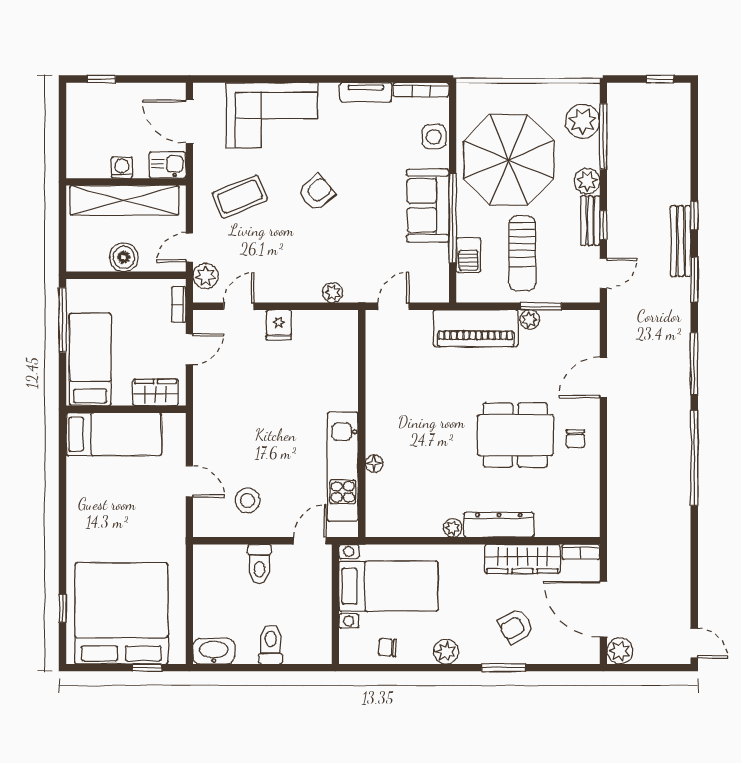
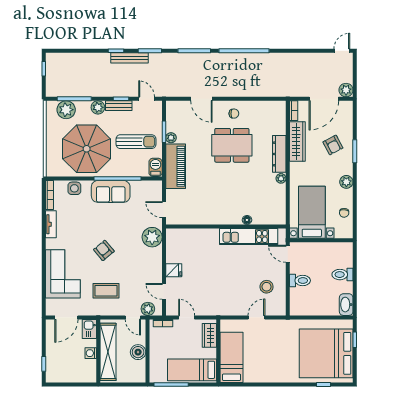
coffee table: (240, 197) -> (106, 291), turned -68
barbecue: (469, 255) -> (156, 167), moved, turned -90
plant: (333, 293) -> (152, 237), width x1.88, depth x1.88
dining table: (515, 435) -> (232, 145), turned 90

